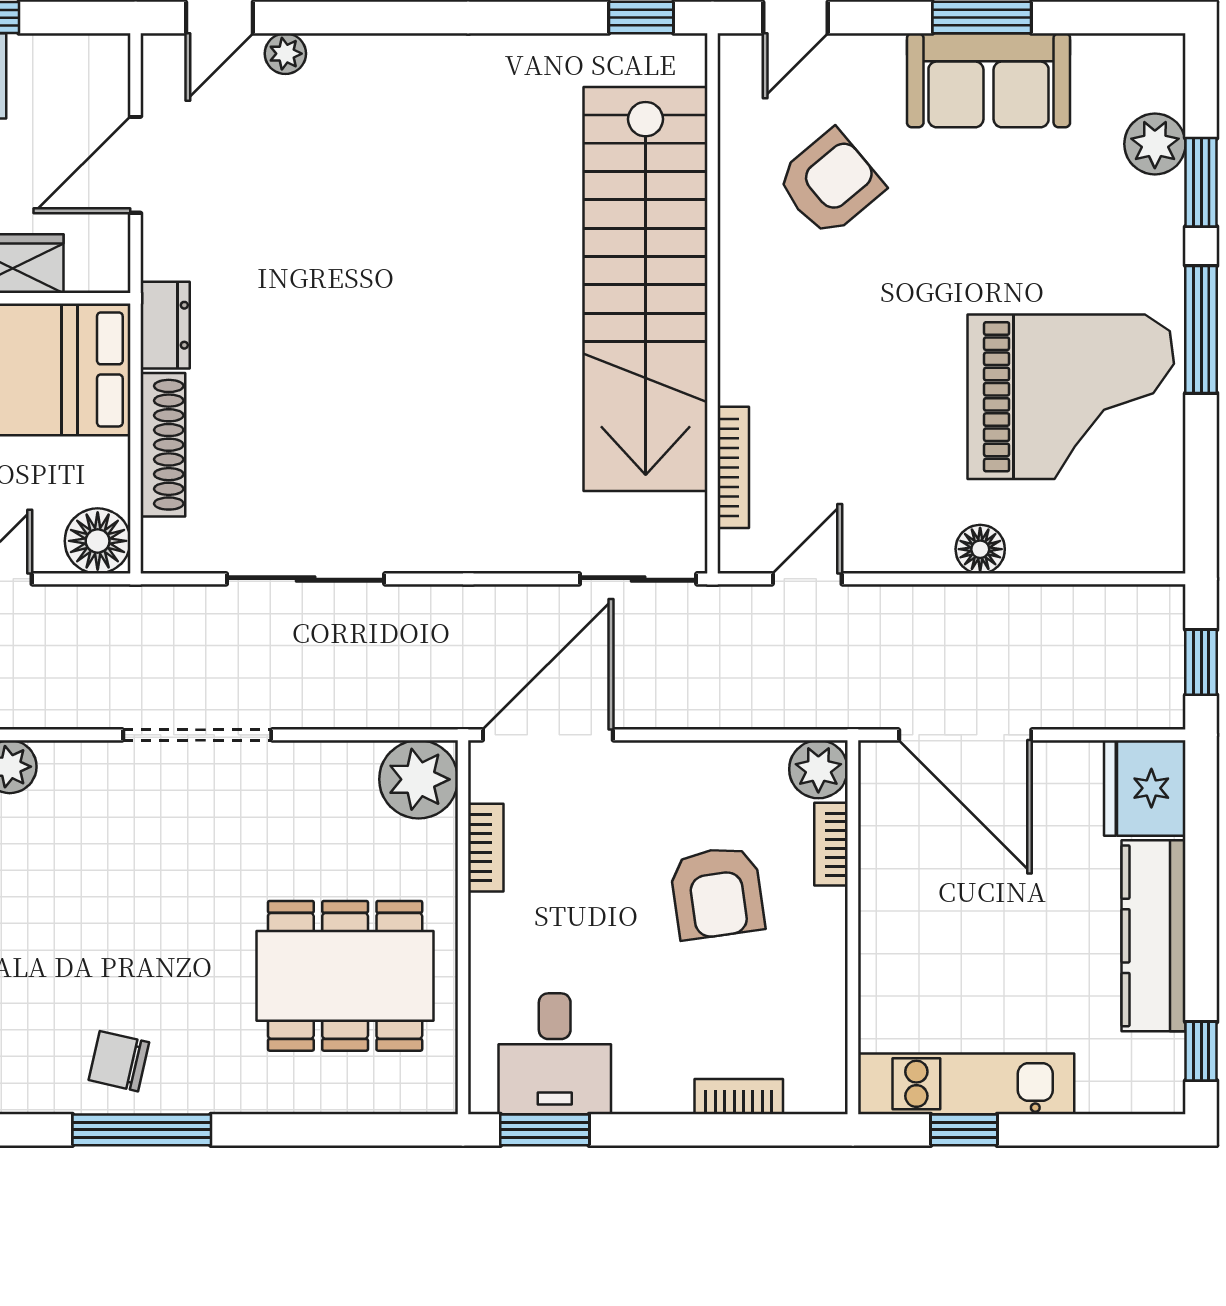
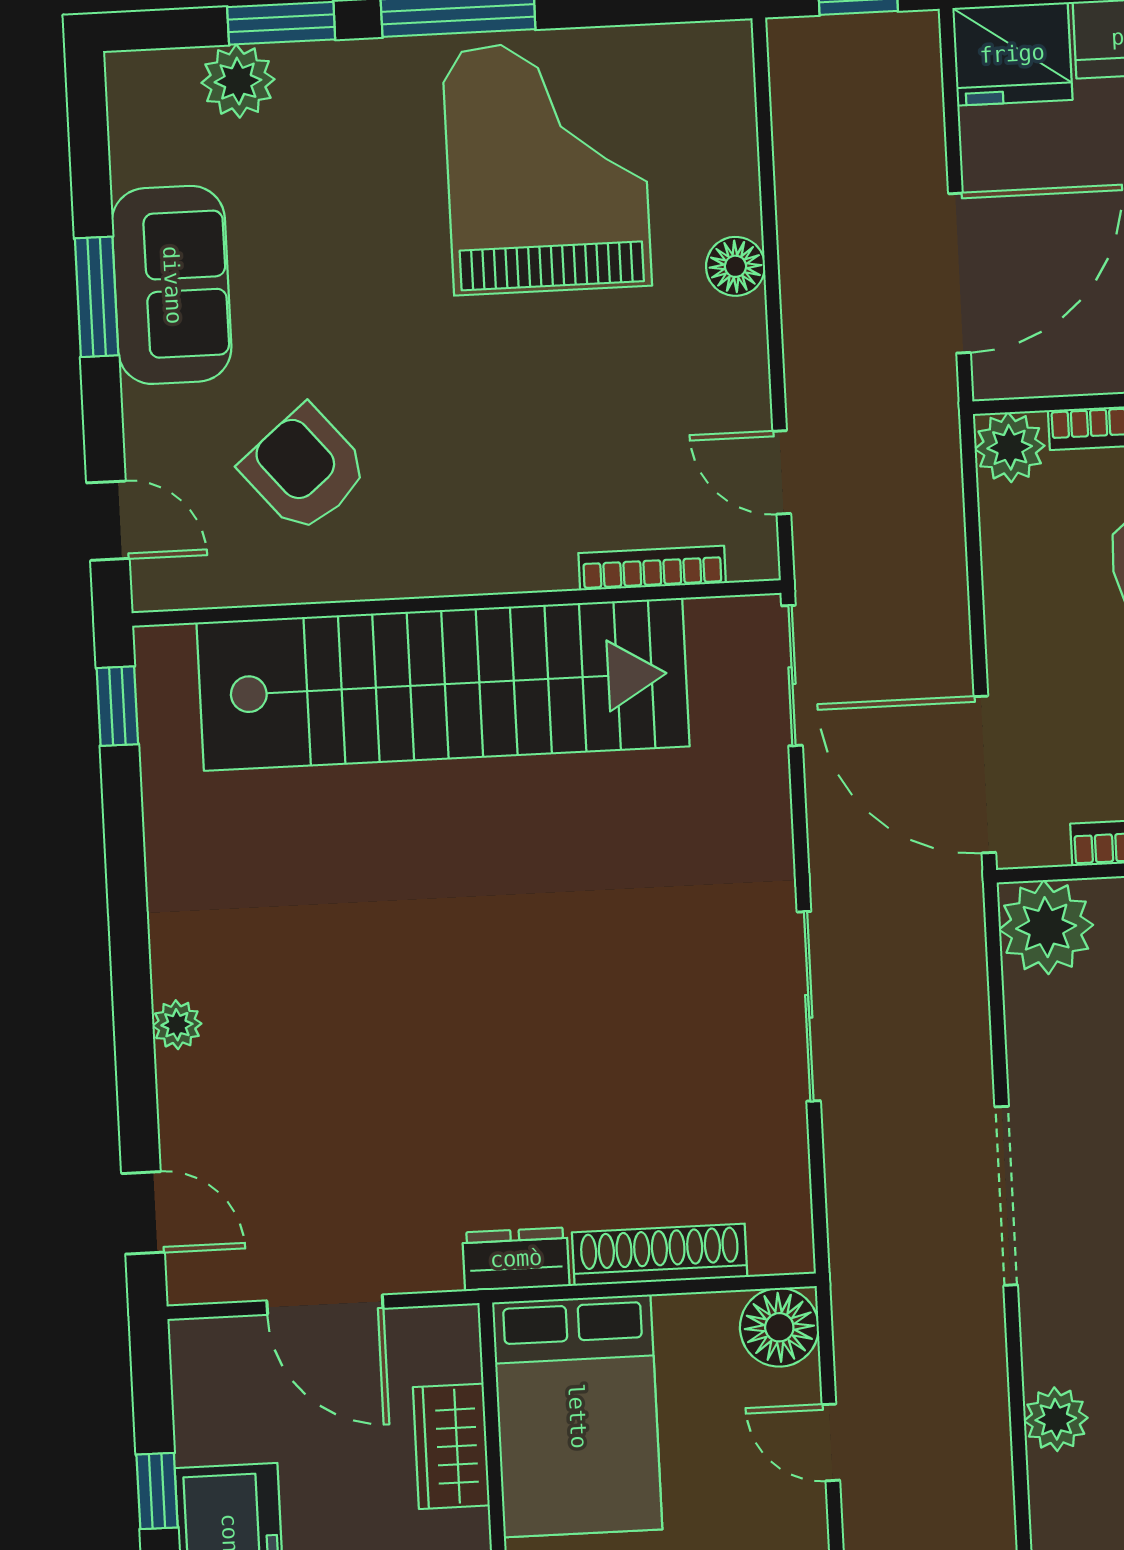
plant: (285, 54) -> (177, 1025), moved
sliding door: (306, 579) -> (809, 1006), moved

